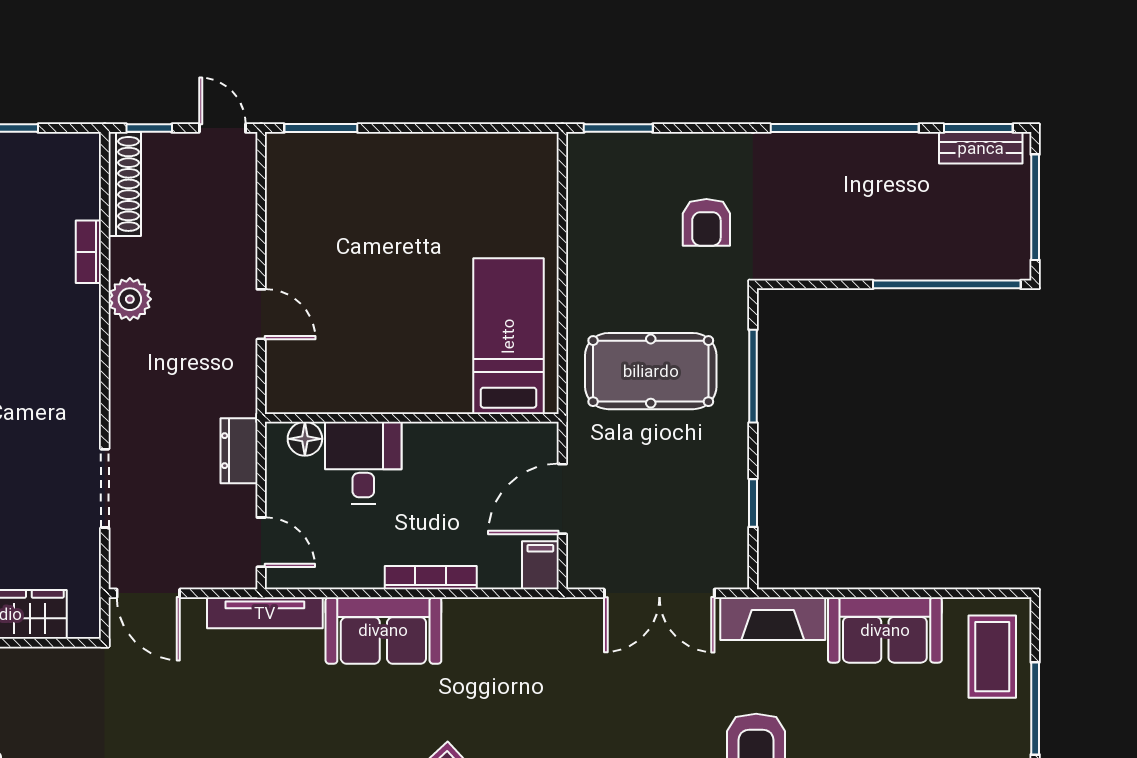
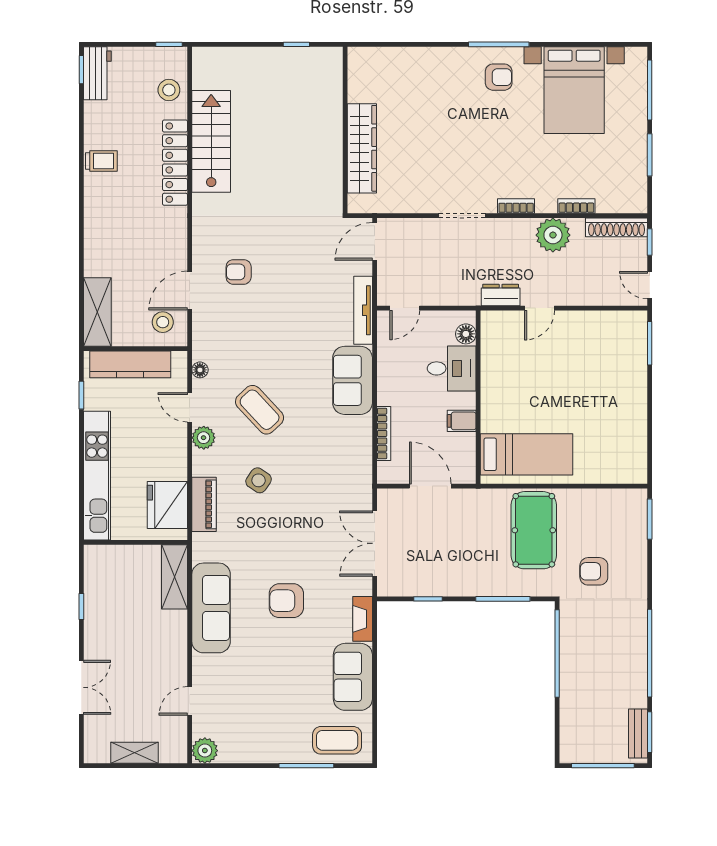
door: (222, 128) -> (650, 285), swing flipped
window: (947, 284) -> (557, 653), moved
plant: (130, 299) -> (553, 235), width x1.36, depth x1.36
bookcase: (89, 354) -> (516, 206), added
pool table: (651, 371) -> (534, 530), moved
dresser: (239, 451) -> (501, 295), moved
doorway: (105, 488) -> (462, 216), moved
filing cabinet: (540, 565) -> (462, 421), moved, turned 180
bookcase: (431, 578) -> (384, 433), moved
fireplace: (773, 619) -> (363, 619), width x0.73, depth x0.76

